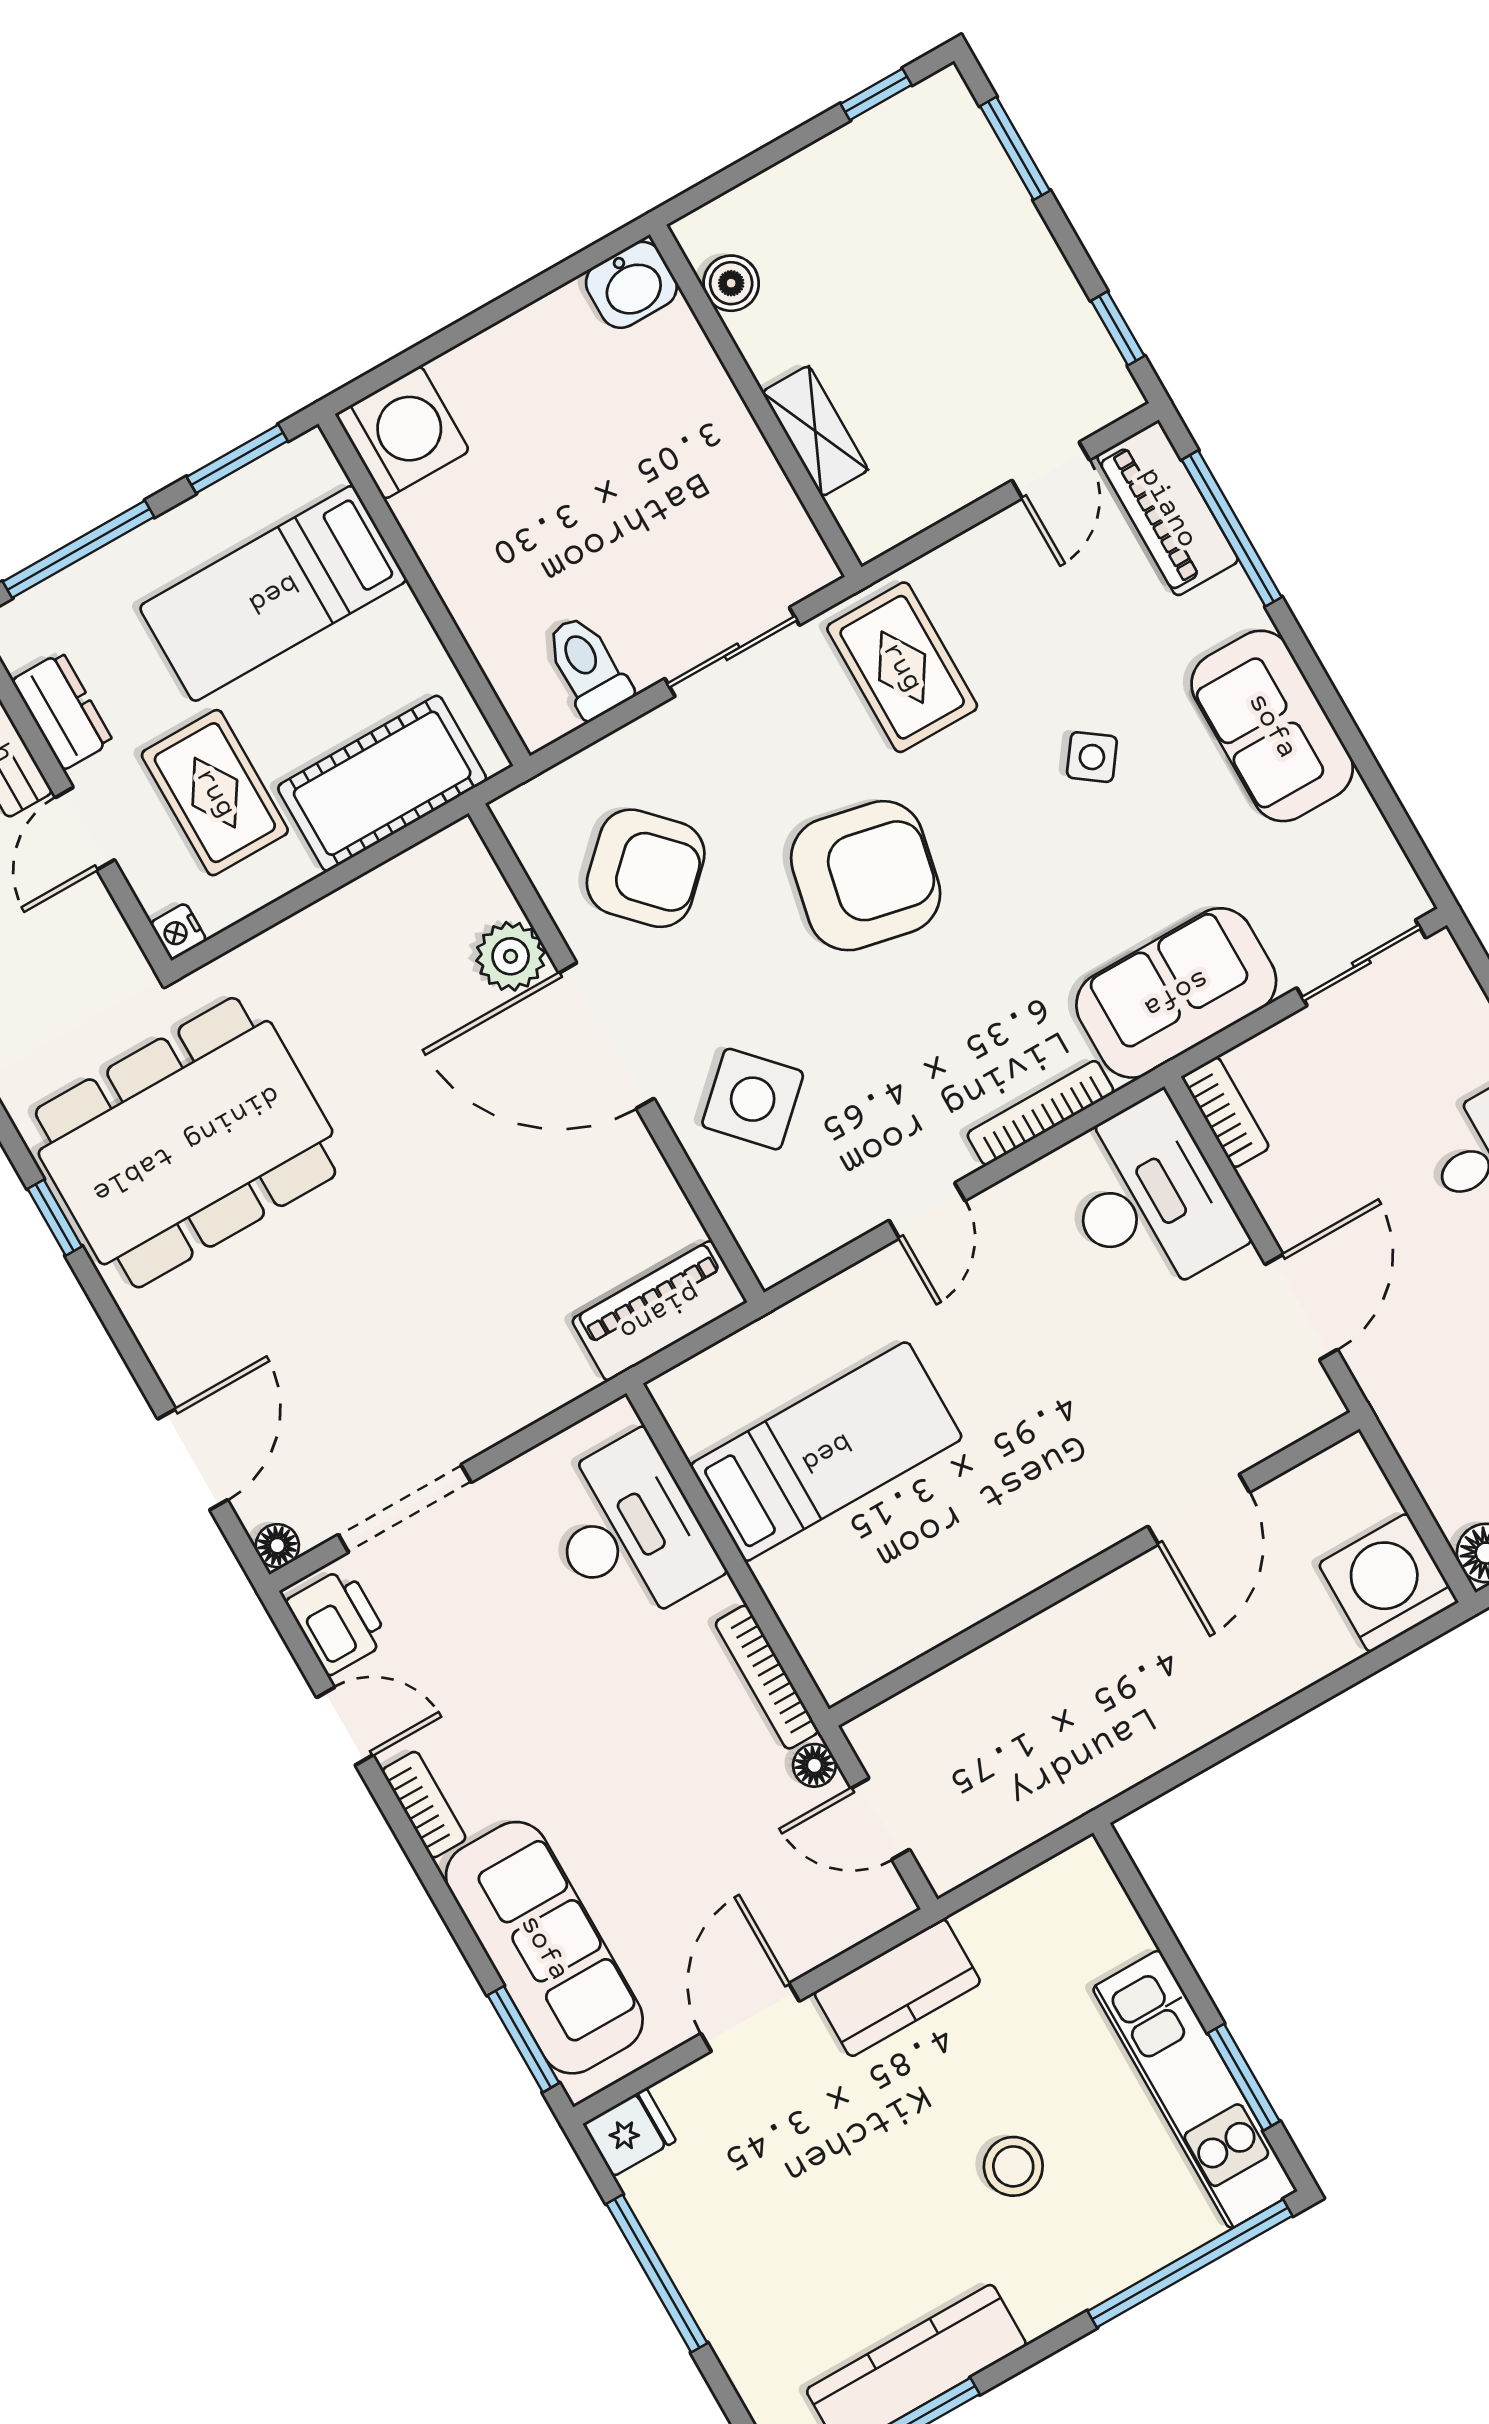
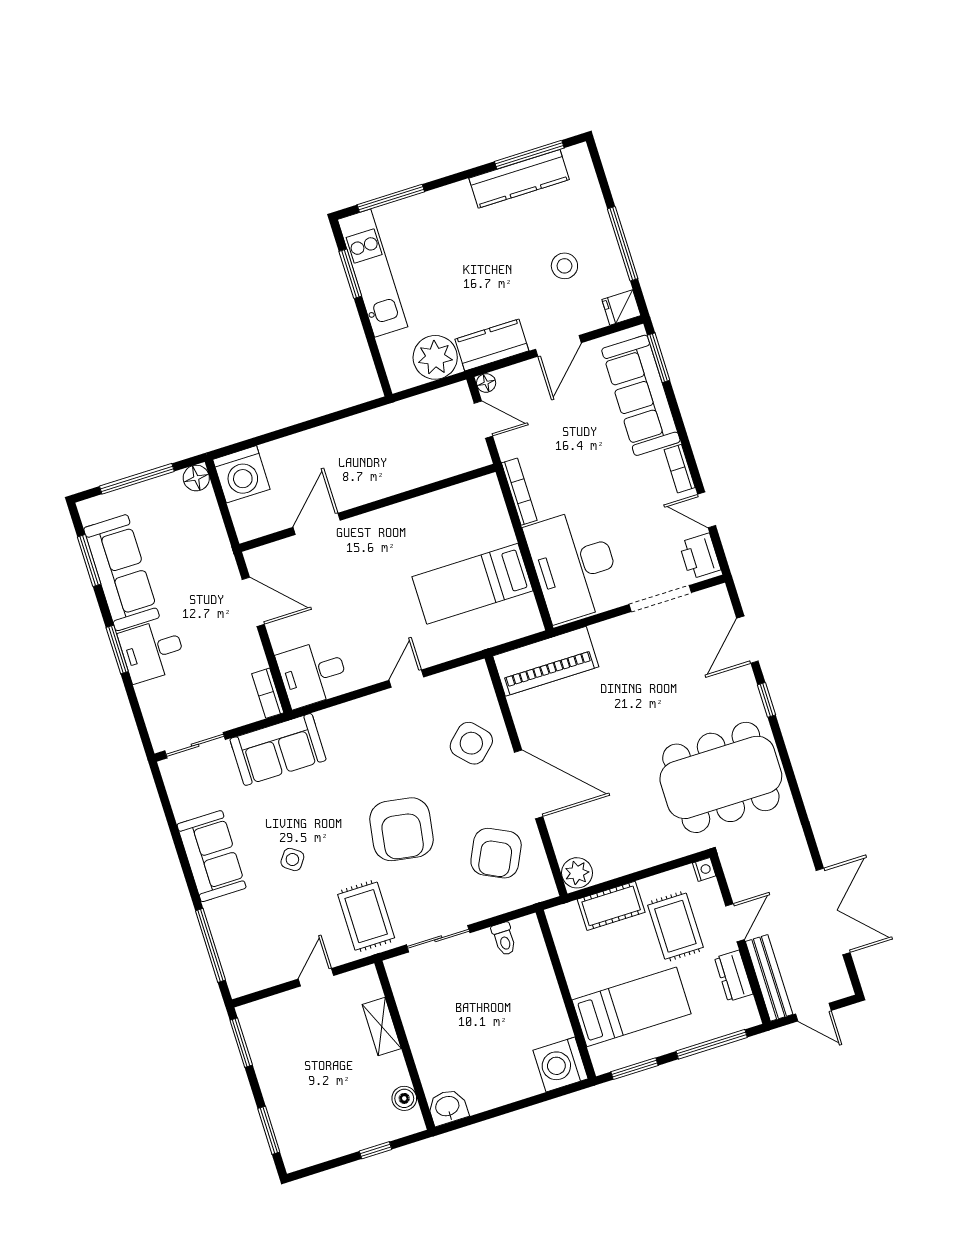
window: (876, 94) -> (375, 1150), moved
window: (1118, 328) -> (241, 1043), width x1.50
door: (1051, 470) -> (316, 977), moved
piano: (1168, 508) -> (236, 960), removed
toilet: (588, 667) -> (504, 939), width x0.73, depth x0.72
cot: (382, 783) -> (611, 906), width x0.73, depth x0.75
armchair: (646, 868) -> (496, 853), turned -110
armchair: (866, 876) -> (402, 829), turned -93
plant: (511, 956) -> (577, 873), moved
bookcase: (1040, 1113) -> (348, 710), removed
desk: (1148, 1198) -> (313, 673), width x0.73
window: (55, 1218) -> (766, 700), moved
door: (1301, 1307) -> (253, 602), swing flipped
piano: (659, 1311) -> (546, 661), width x1.37, depth x1.33
desk: (628, 1531) -> (574, 565), width x1.36, depth x1.30
floor lamp: (277, 1546) -> (719, 594), removed
floor lamp: (814, 1765) -> (486, 383), moved
plant: (1016, 1933) -> (435, 357), added
stool: (1013, 2166) -> (564, 266), moved
window: (1190, 2263) -> (391, 198), width x0.68

